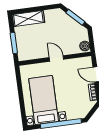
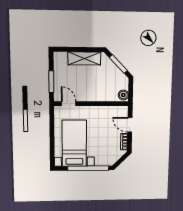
shelving: (28, 19) -> (84, 59), moved
door: (56, 58) -> (69, 104), moved

